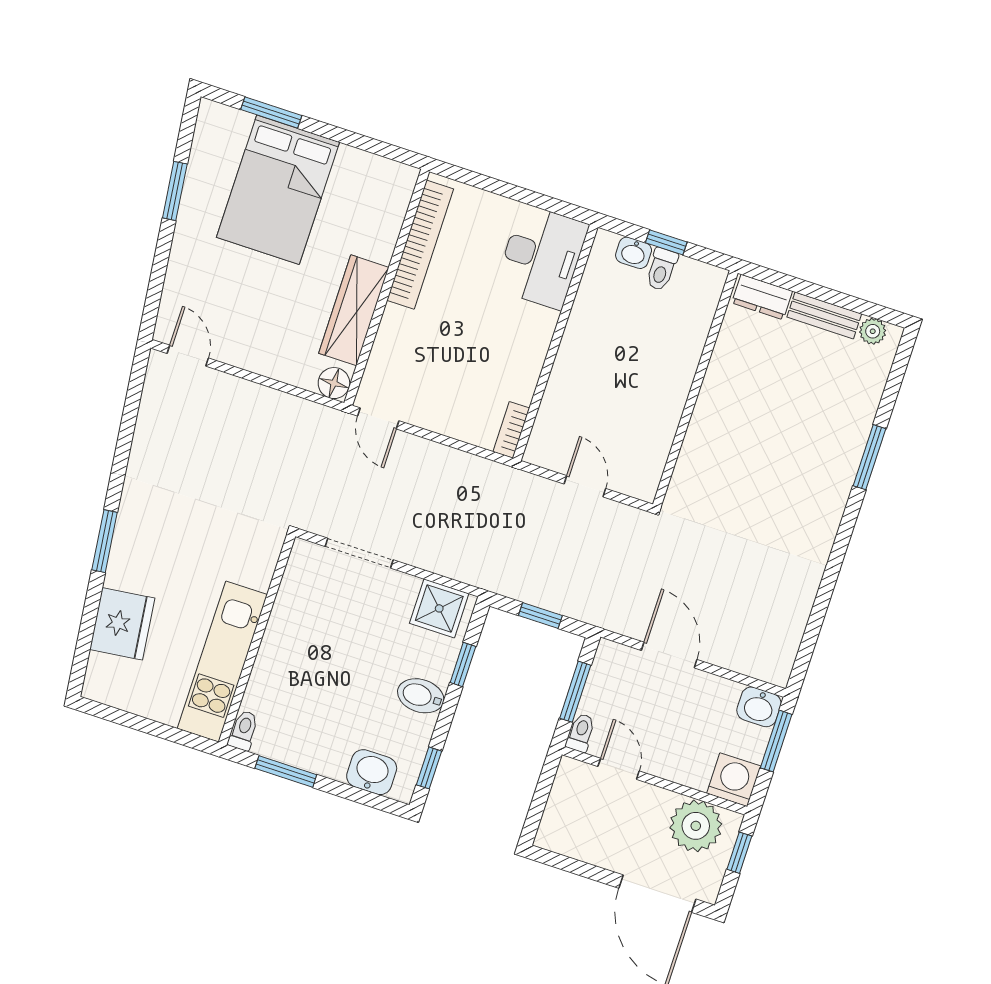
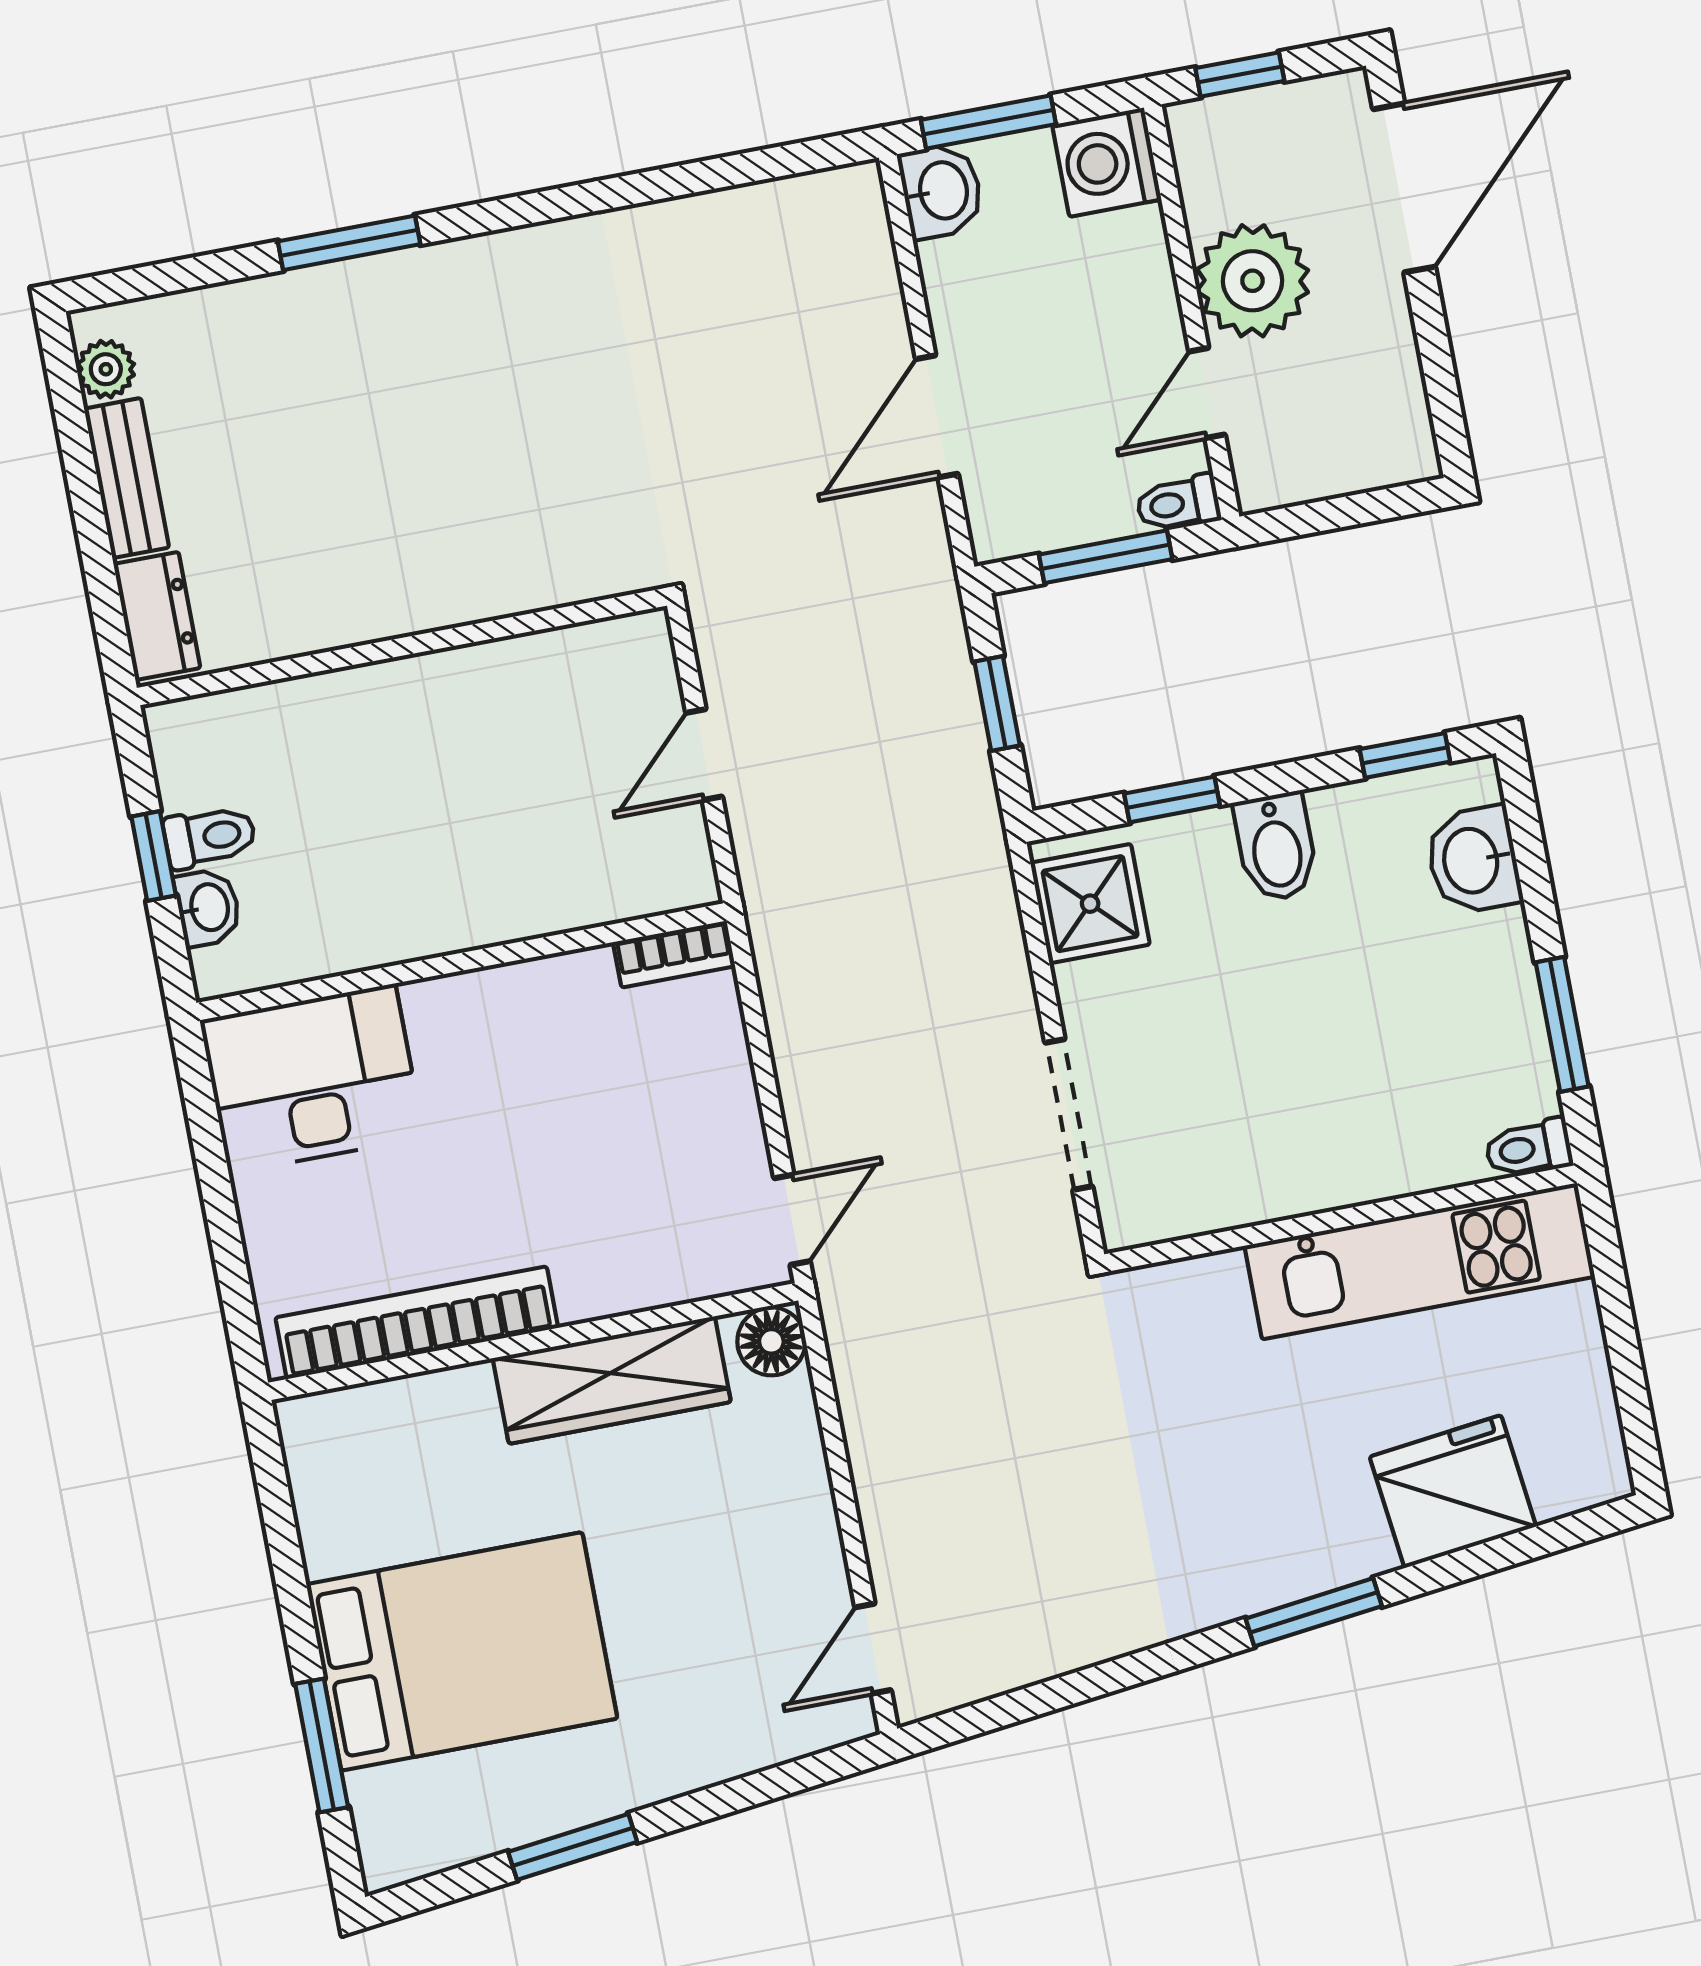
plant: (696, 826) -> (1252, 281), moved

